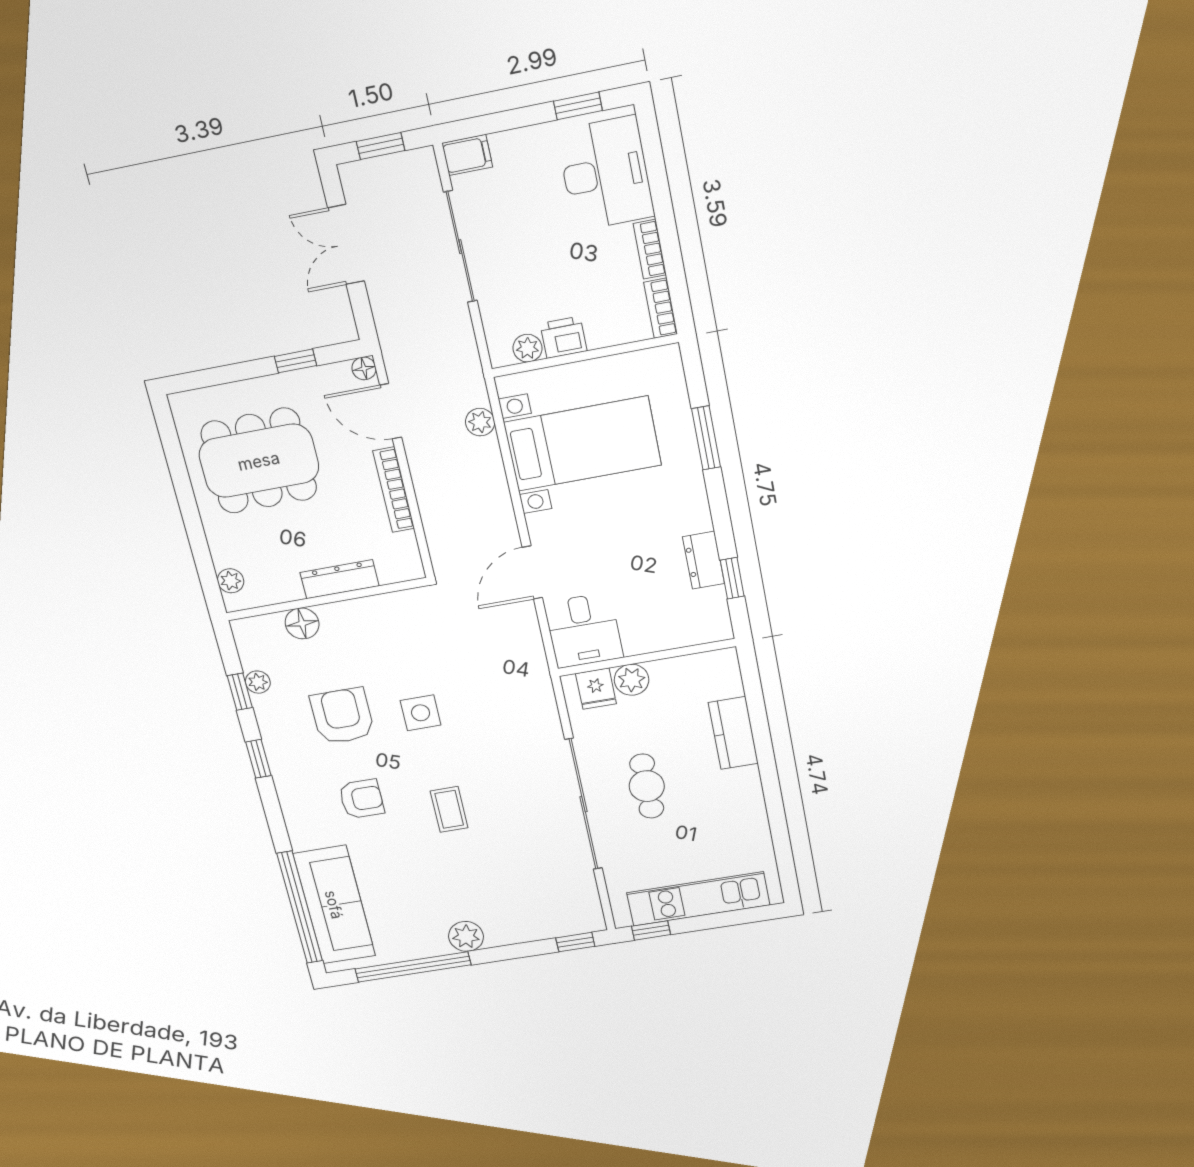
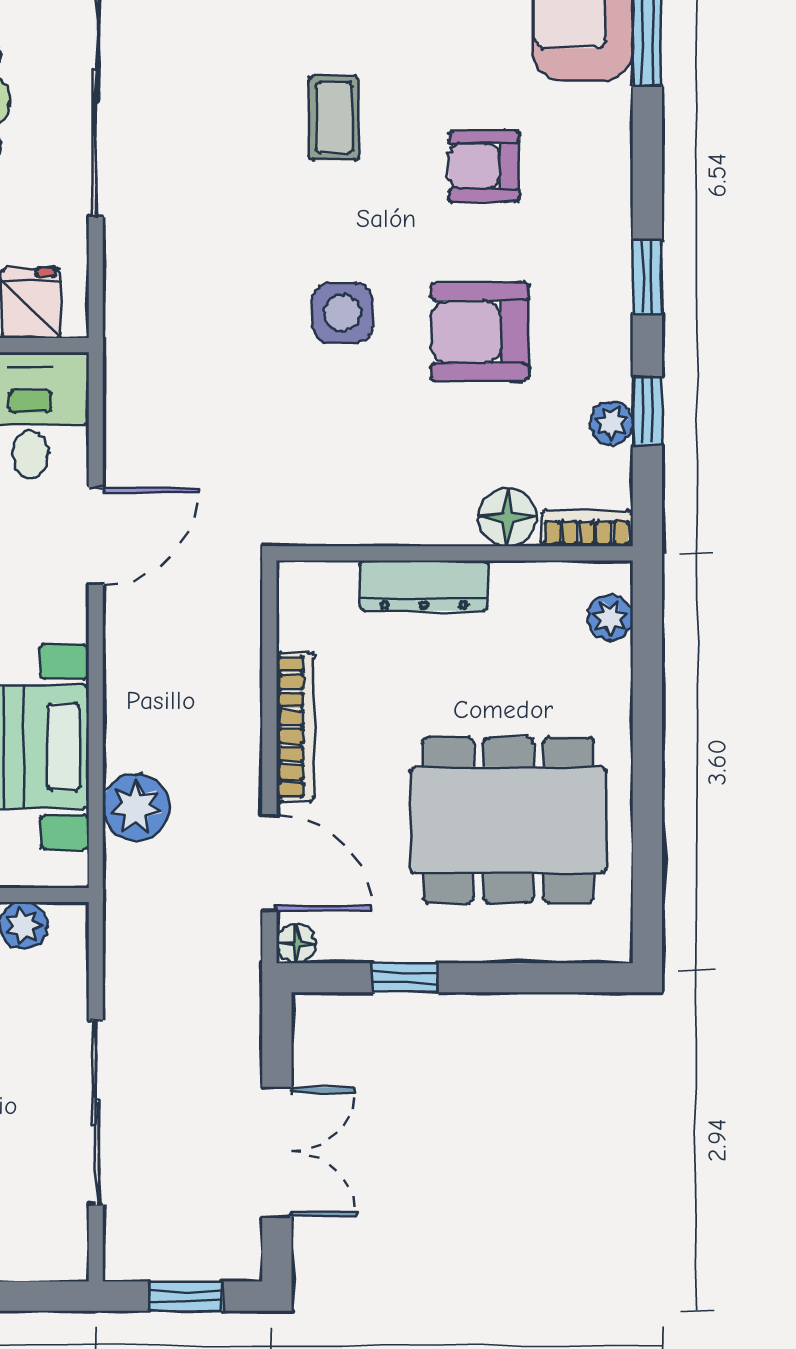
filing cabinet: (467, 155) -> (53, 1255), removed
plant: (480, 422) -> (136, 807), width x1.38, depth x1.38
bookcase: (257, 625) -> (586, 529), added
armchair: (342, 716) -> (480, 332), turned 90

